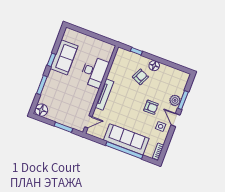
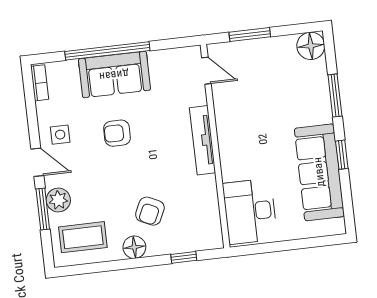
sofa: (64, 57) -> (319, 172), width x1.36
desk: (94, 72) -> (250, 211), moved
coffee table: (173, 80) -> (83, 237), added
armchair: (151, 107) -> (117, 133), moved
door: (88, 122) -> (206, 71), swing flipped
sofa: (126, 139) -> (114, 75), width x0.73

